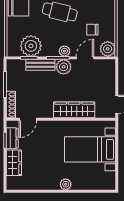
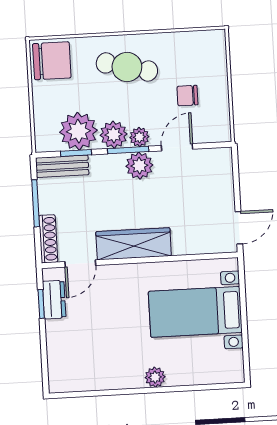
plant: (108, 49) -> (114, 135), moved
bench: (40, 65) -> (62, 166), moved
wardrobe: (74, 110) -> (134, 244), moved
wardrobe: (14, 163) -> (59, 344), removed

